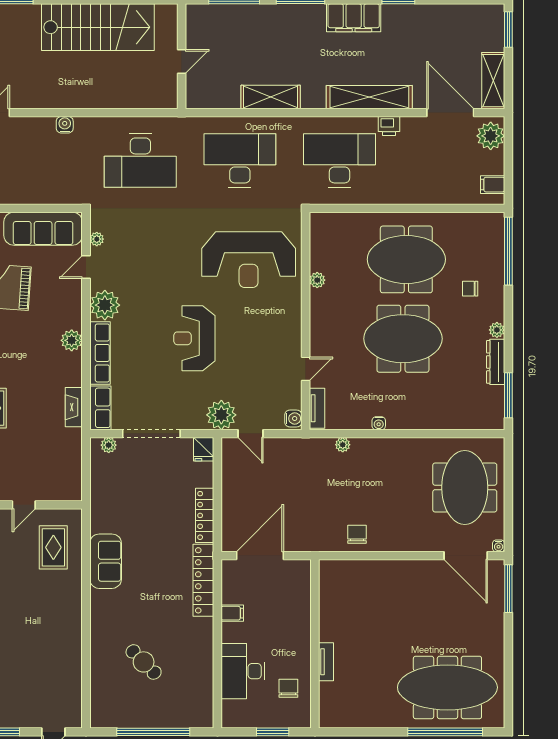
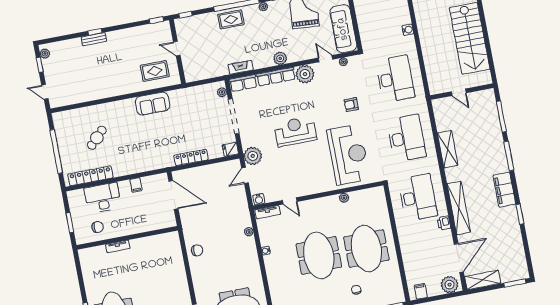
desk: (140, 160) -> (395, 79), turned 180
armchair: (168, 239) -> (351, 105), added
reception desk: (249, 260) -> (348, 155), turned 180
locker: (203, 580) -> (90, 176), moved

